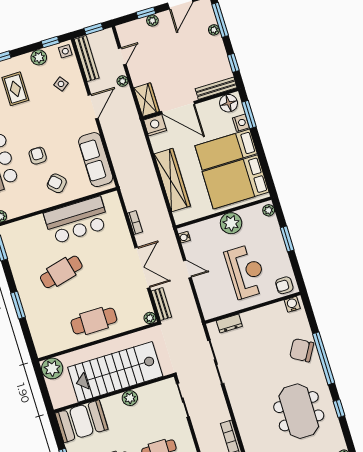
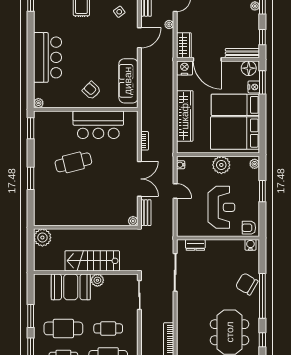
armchair: (38, 156) -> (83, 64), removed
cafe table: (94, 321) -> (88, 210), removed
stairs: (115, 372) -> (92, 261), width x0.73, depth x0.66
booth: (81, 421) -> (71, 287), moved

